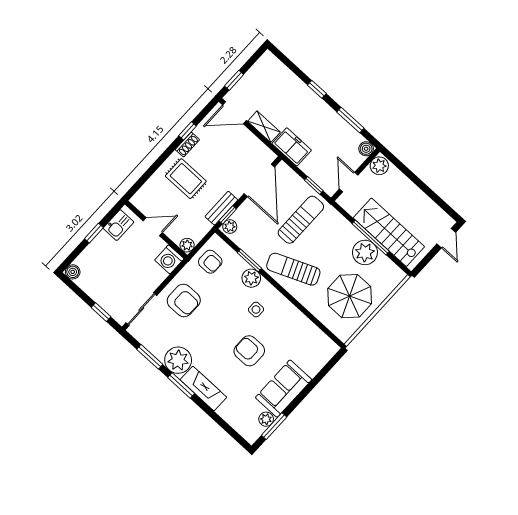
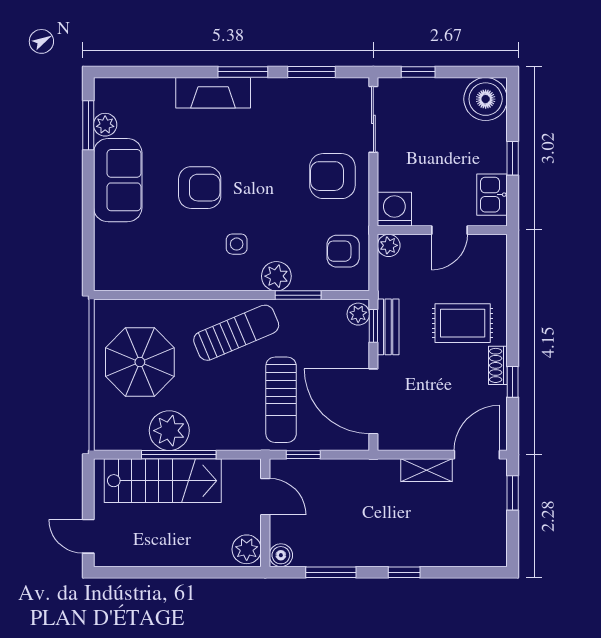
freezer: (292, 147) -> (371, 476), removed
boiler: (73, 272) -> (486, 99), width x1.86, depth x1.86
plant: (178, 360) -> (274, 99), removed

